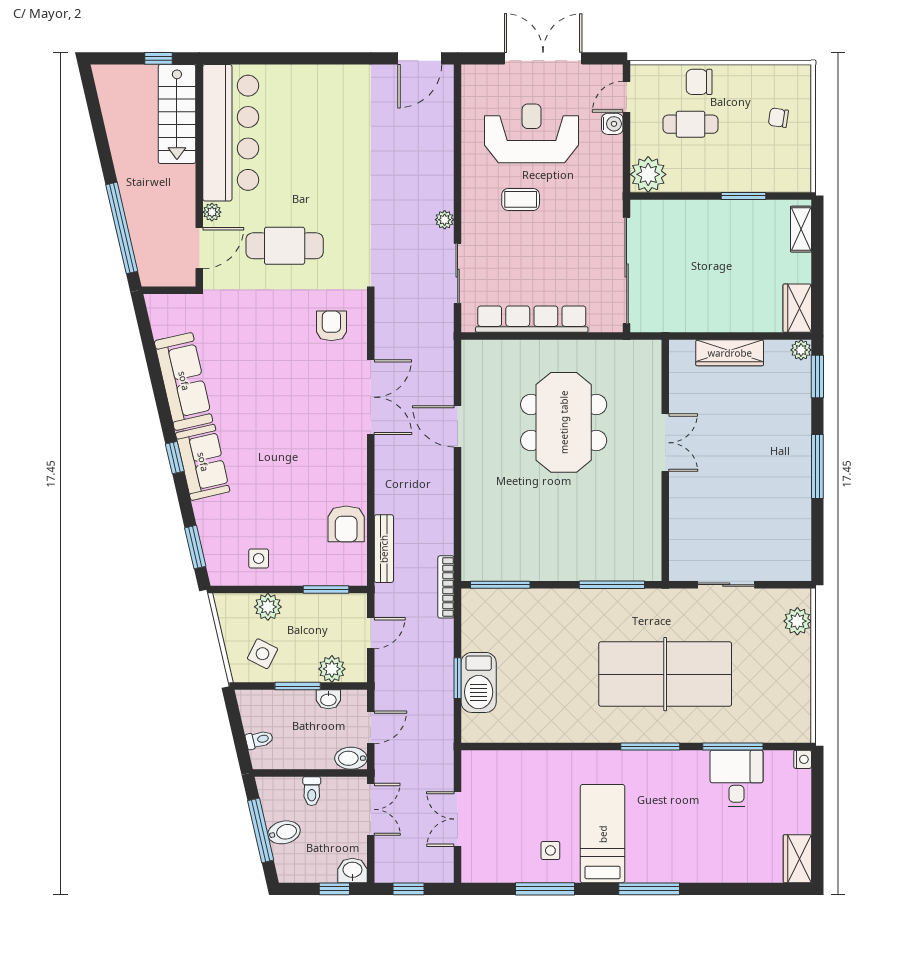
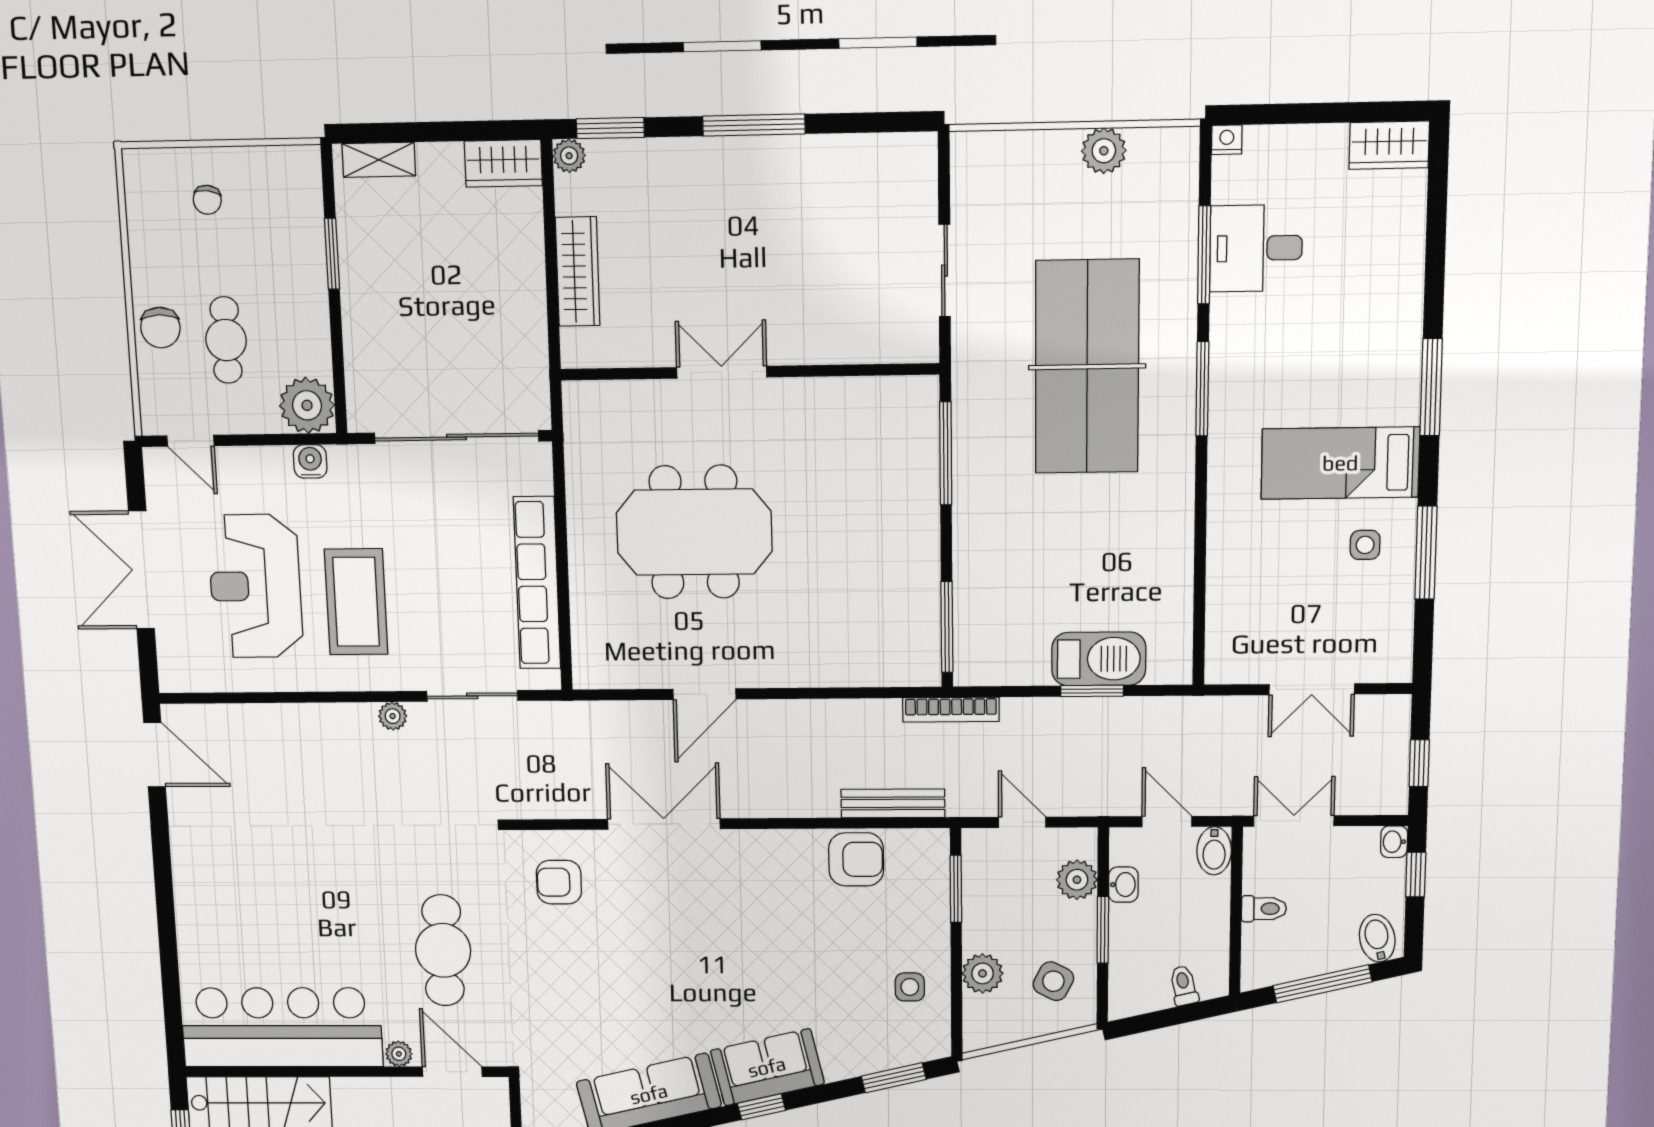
water cooler: (612, 124) -> (310, 461), moved
coffee table: (521, 199) -> (356, 602), width x1.86, depth x1.72
plant: (797, 621) -> (1104, 151), moved
bidet: (284, 832) -> (1377, 938), moved
washbasin: (352, 870) -> (1394, 842), width x0.72, depth x0.69

